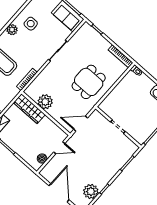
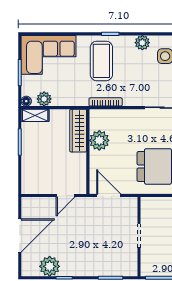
door: (59, 148) -> (65, 196), hinge flipped
boiler: (42, 159) -> (39, 188), removed

